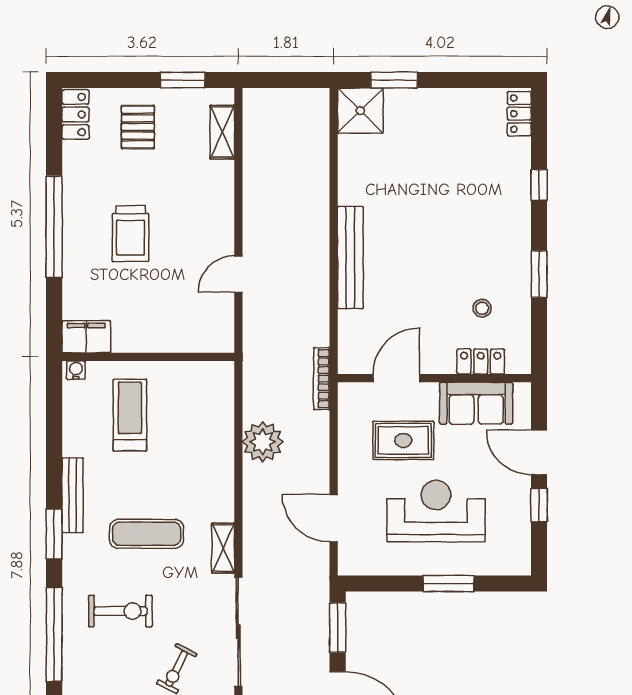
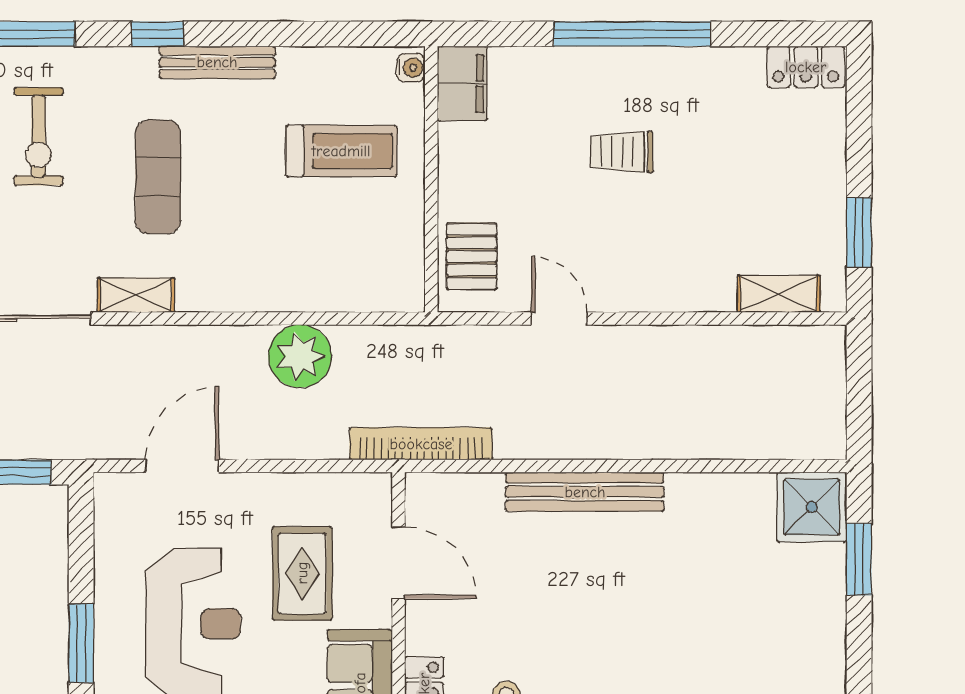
pallet: (138, 127) -> (472, 256), moved, turned 90
trolley: (131, 234) -> (622, 152), width x0.73, depth x0.72
bookcase: (322, 379) -> (421, 444), width x1.48, depth x1.31
window: (54, 534) -> (158, 34), width x0.67

